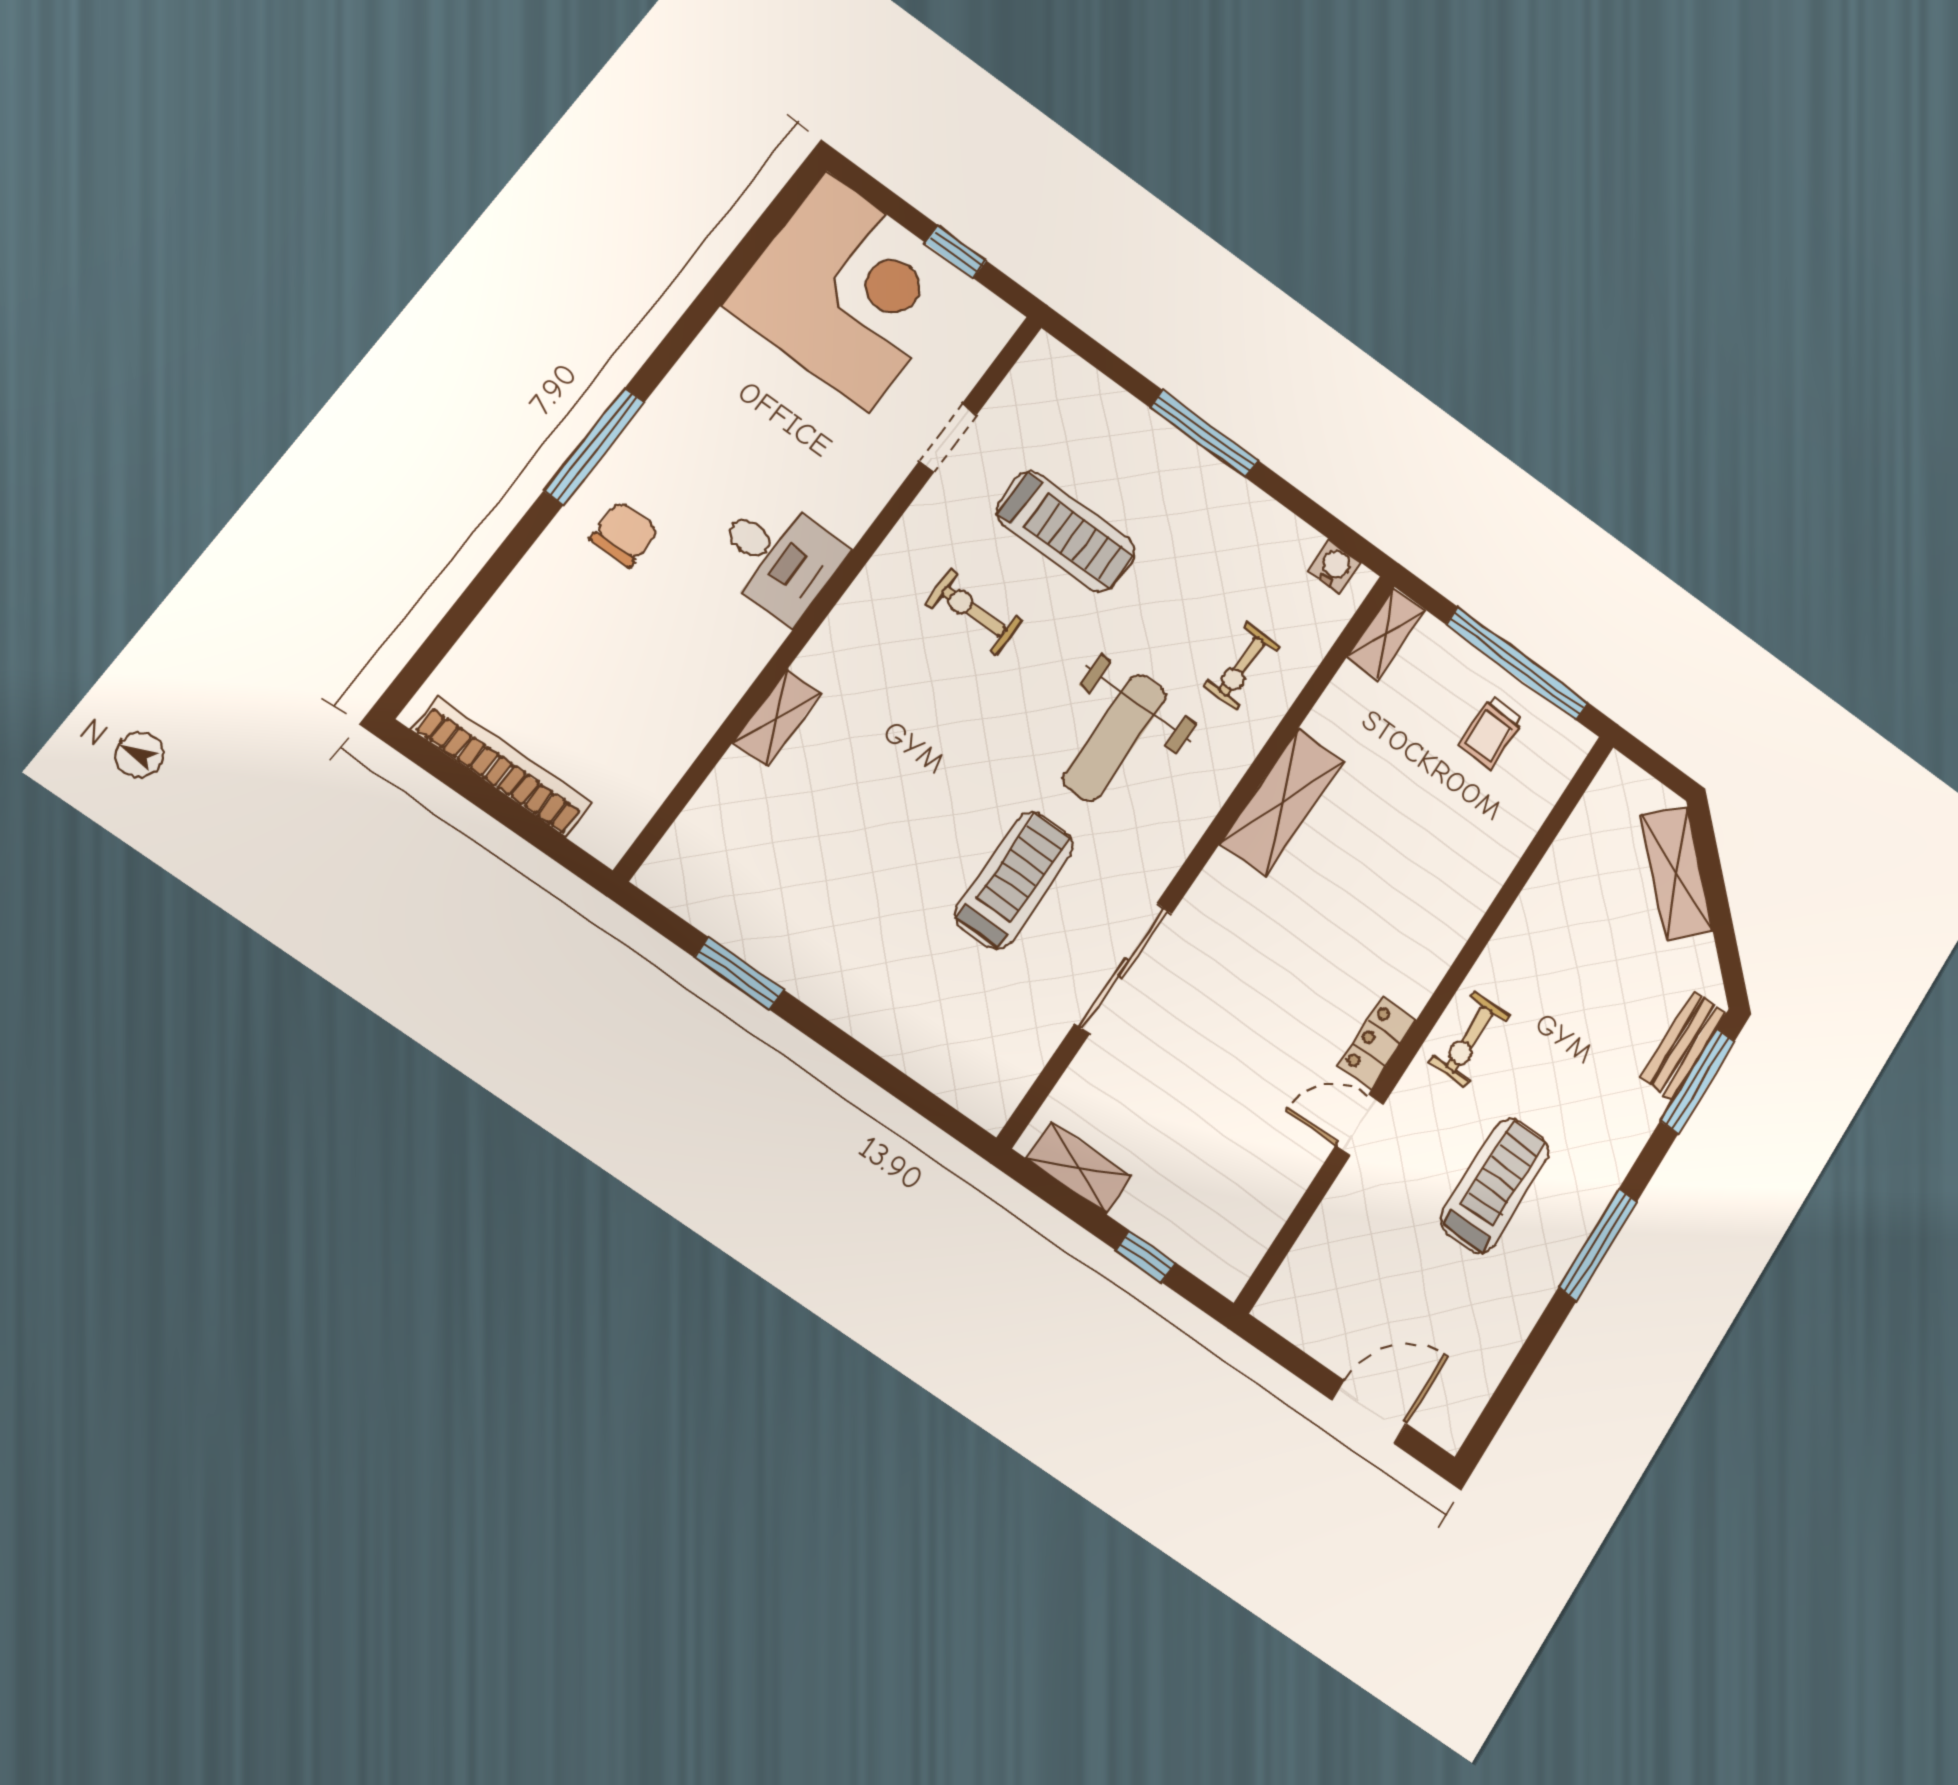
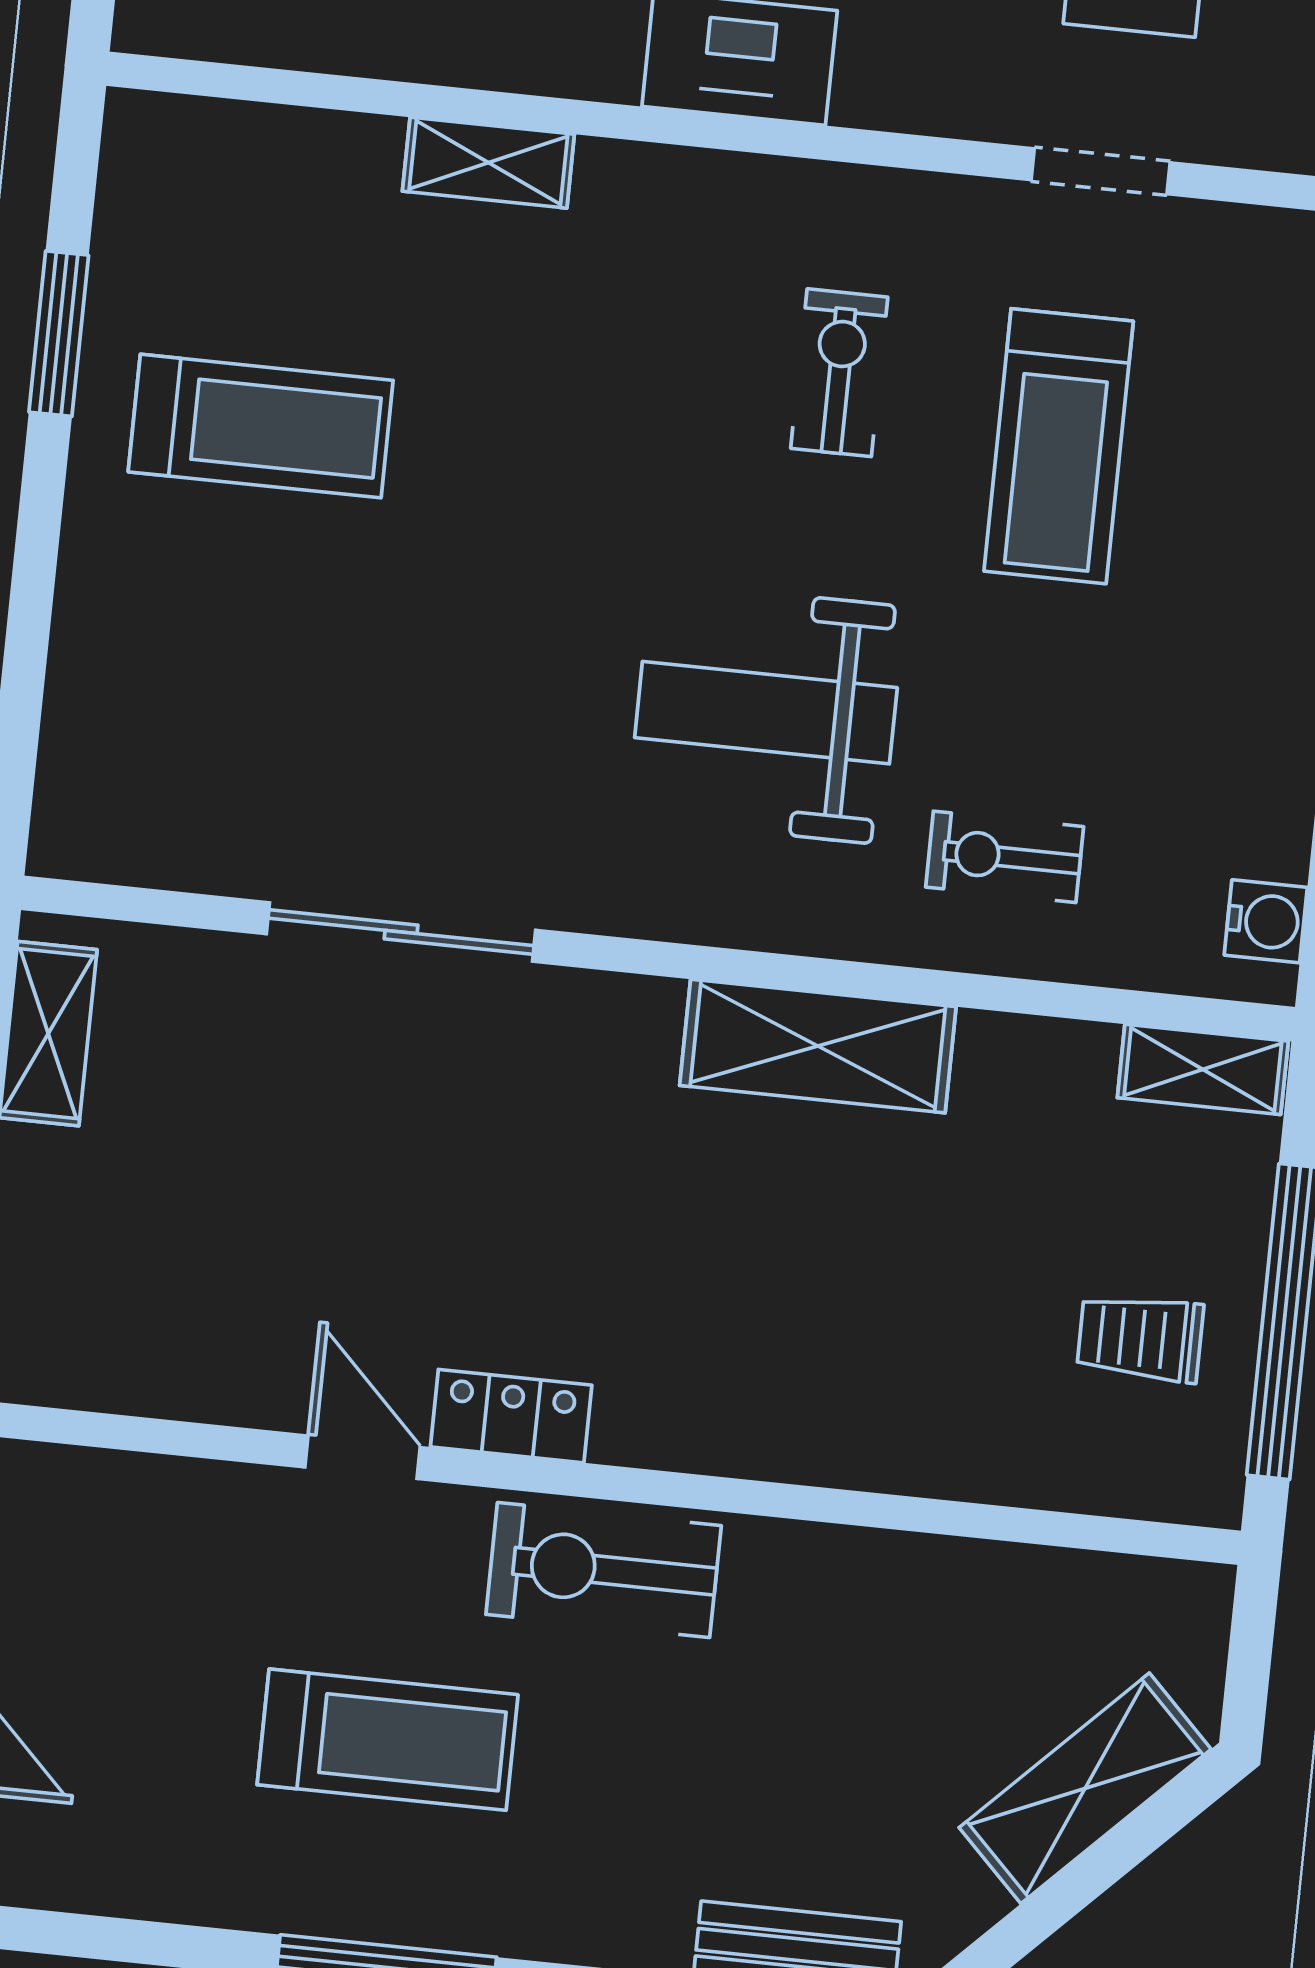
treadmill: (1014, 880) -> (261, 426), moved
exercise bike: (1469, 1039) -> (604, 1570), width x1.38, depth x1.39

